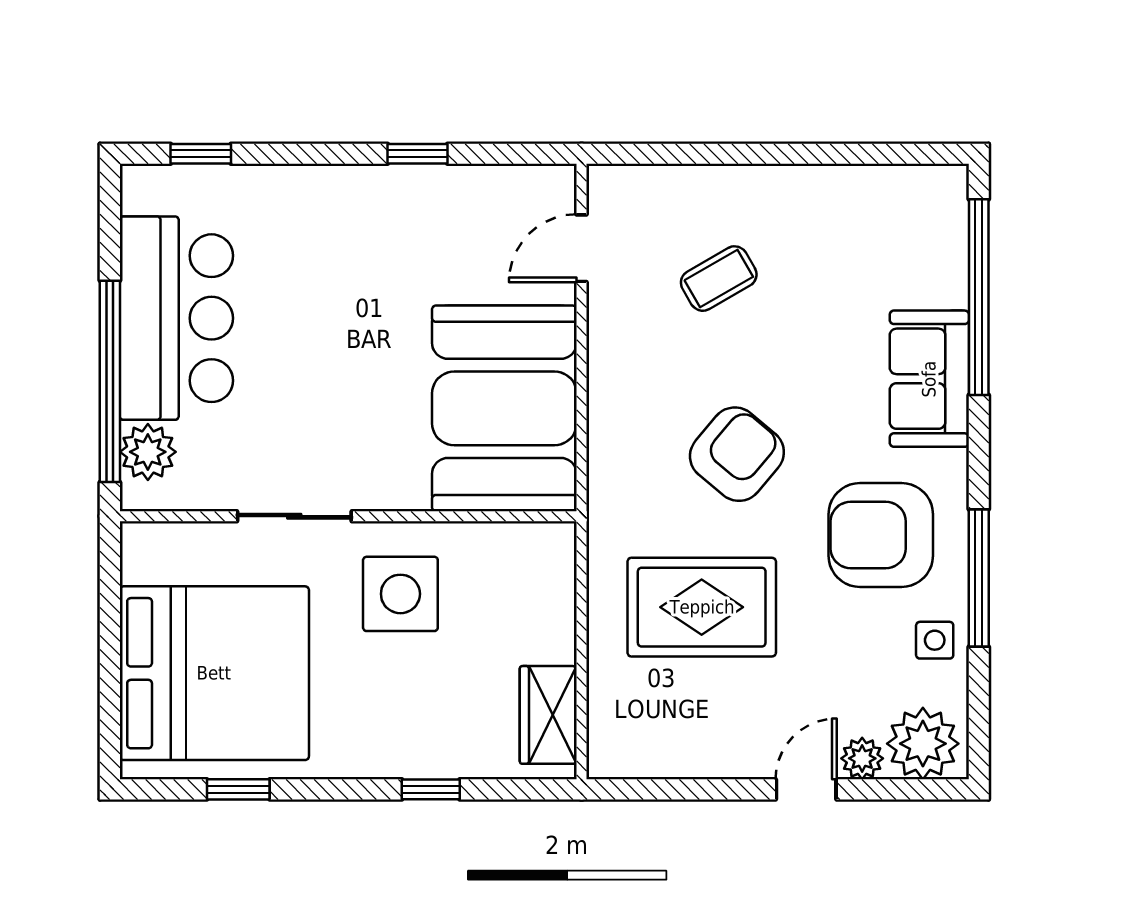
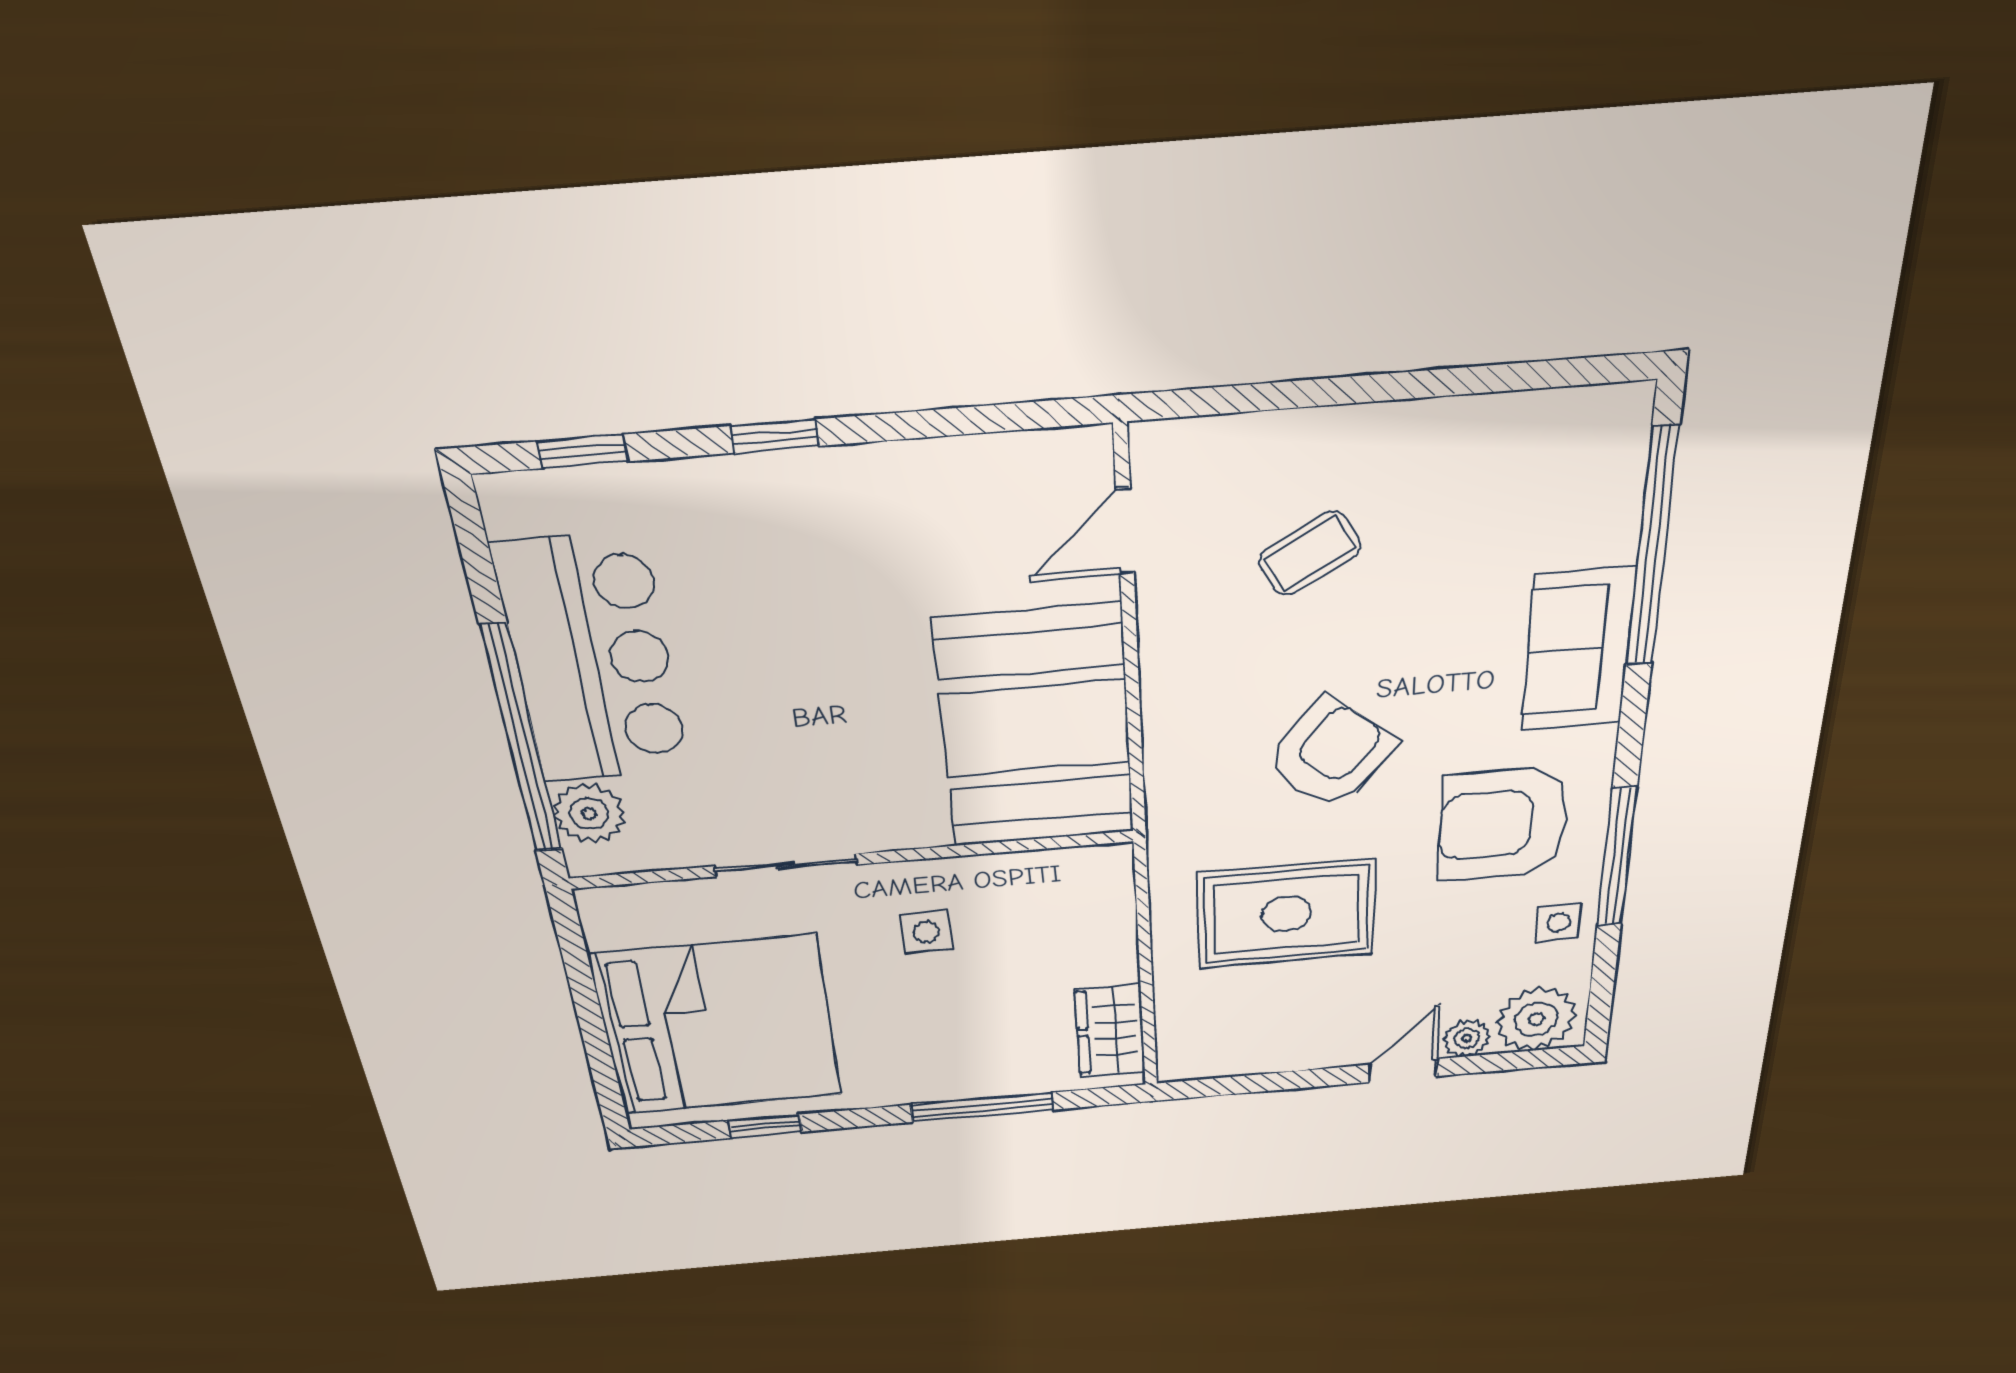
window: (418, 154) -> (775, 436), moved
side table: (400, 594) -> (926, 932), width x0.54, depth x0.54
window: (431, 789) -> (982, 1107), width x2.17

